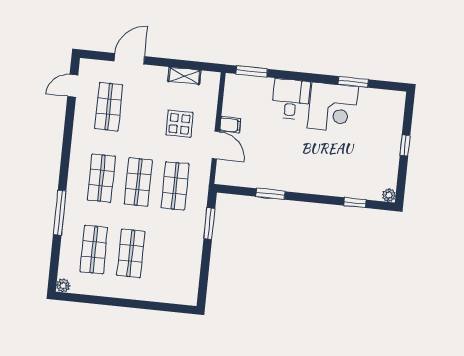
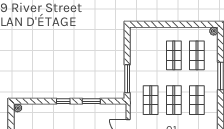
window: (355, 203) -> (63, 101), moved
window: (209, 224) -> (127, 79), width x1.44

